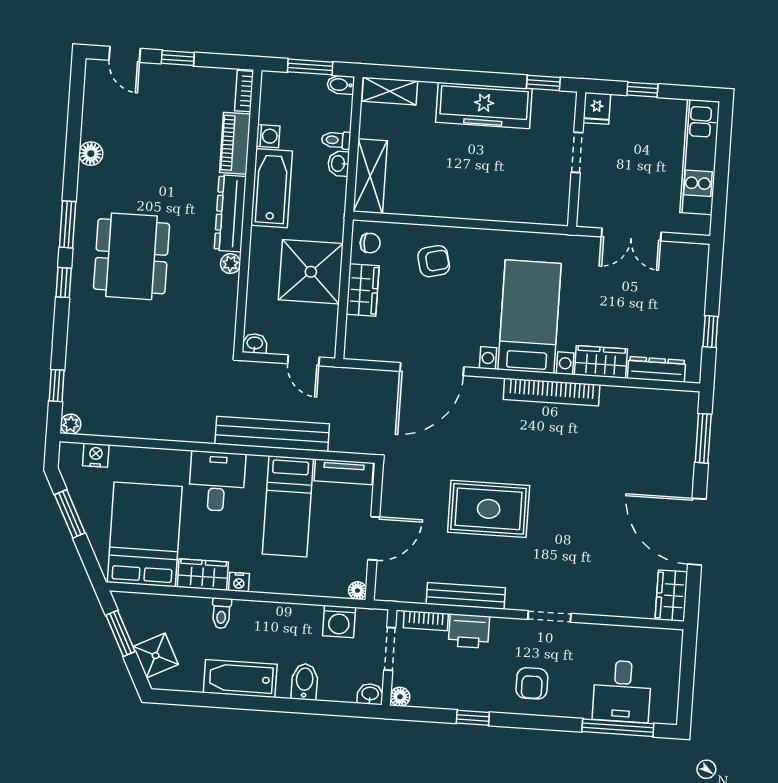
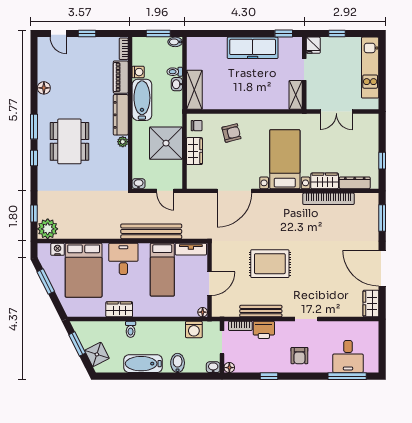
shelving: (390, 91) -> (296, 95), moved, turned 90
bookcase: (552, 392) -> (328, 199), moved
plant: (71, 424) -> (48, 229), width x1.88, depth x1.88
bed: (145, 534) -> (84, 270), moved, turned 180
nightstand: (239, 582) -> (139, 312), removed

